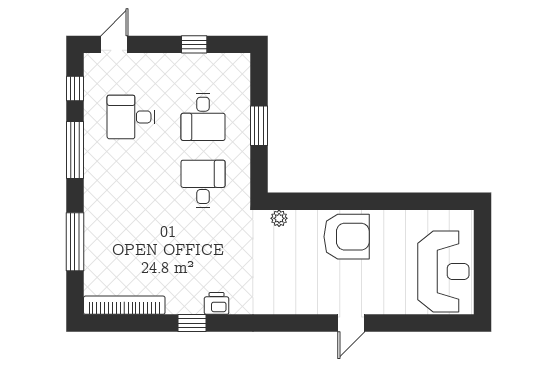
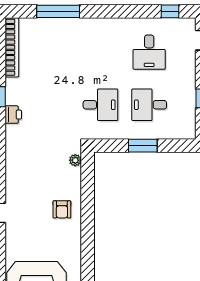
desk: (131, 117) -> (149, 52), turned 180
window: (75, 150) -> (125, 11), removed
armchair: (347, 237) -> (62, 209), width x0.53, depth x0.53

